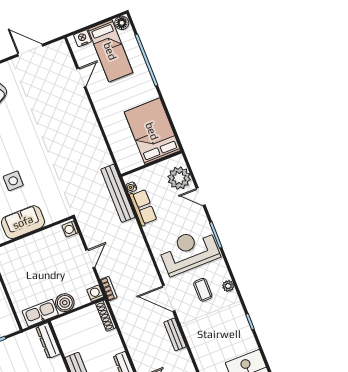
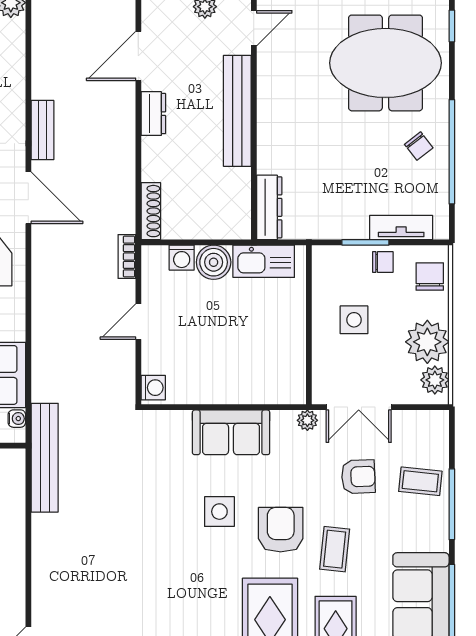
bench: (118, 193) -> (45, 458), moved
washing machine: (95, 293) -> (182, 258), moved

